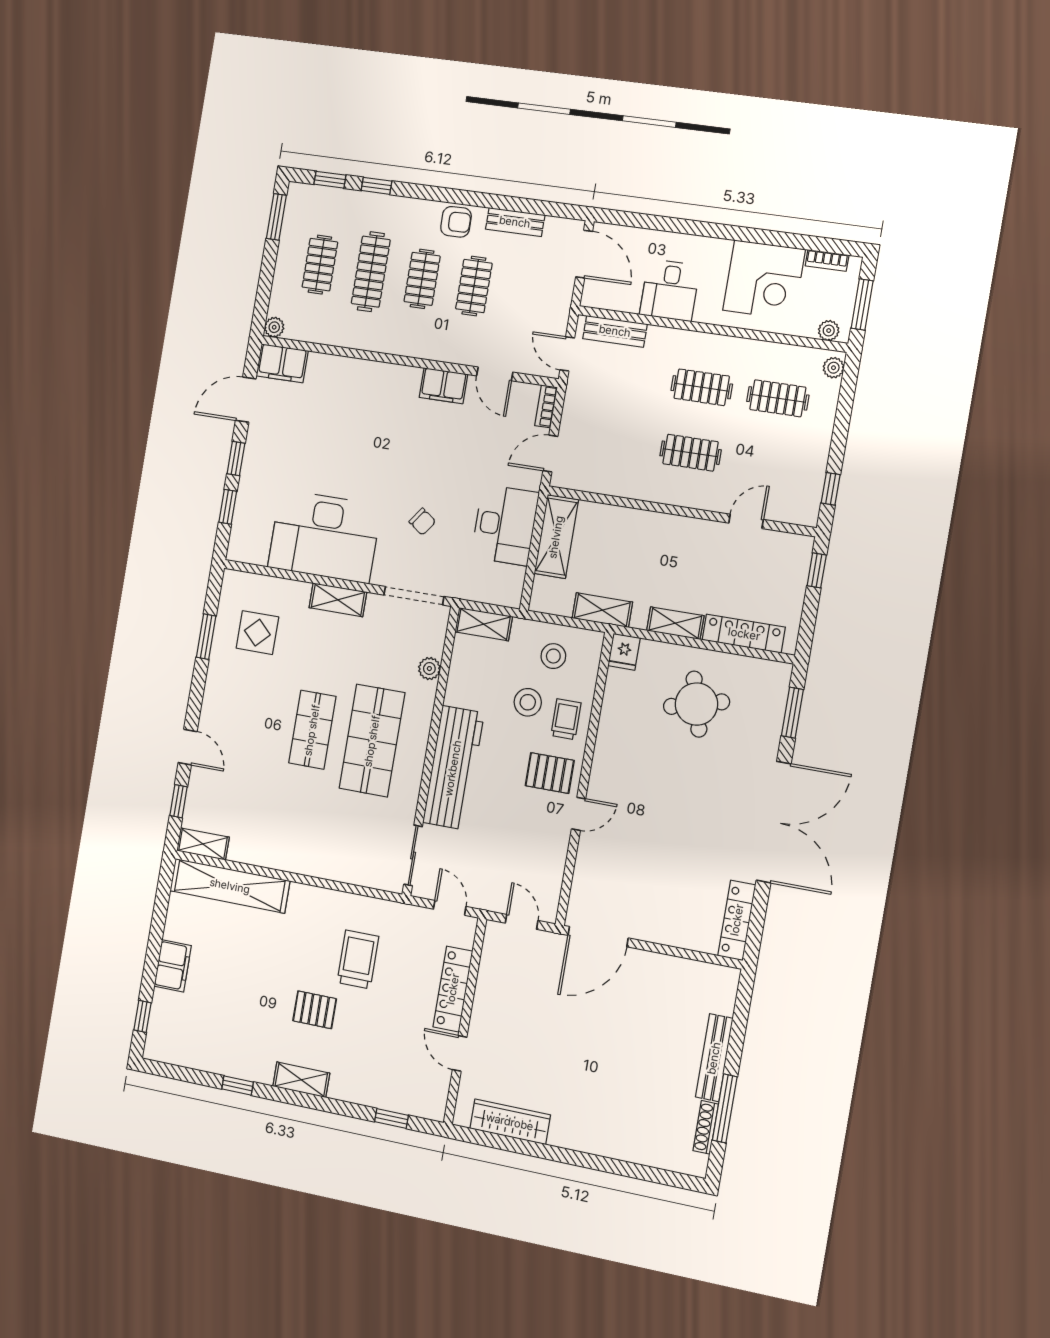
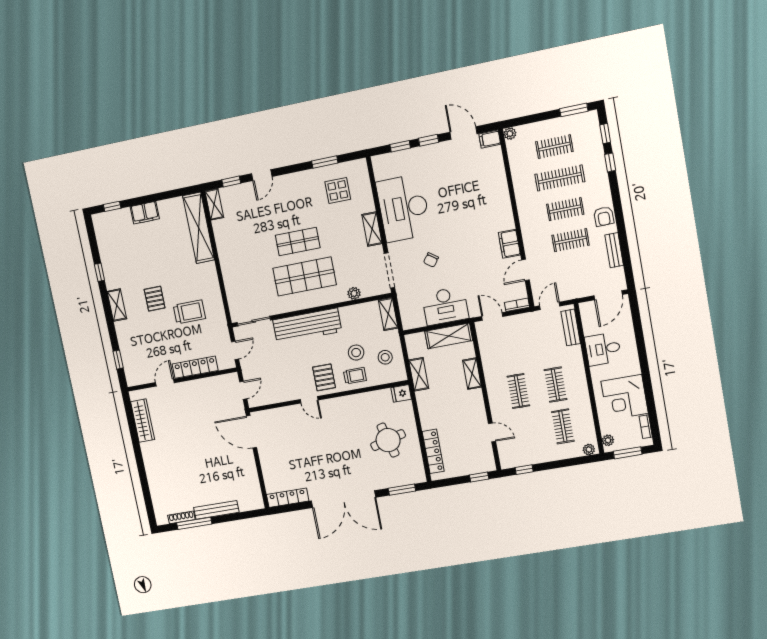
filing cabinet: (282, 363) -> (490, 139), width x0.50
shelving: (675, 623) -> (472, 374), moved

